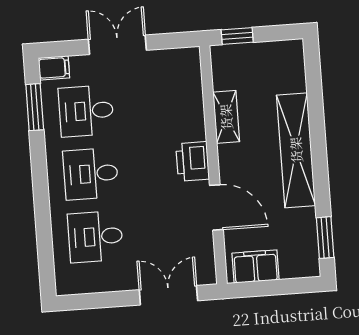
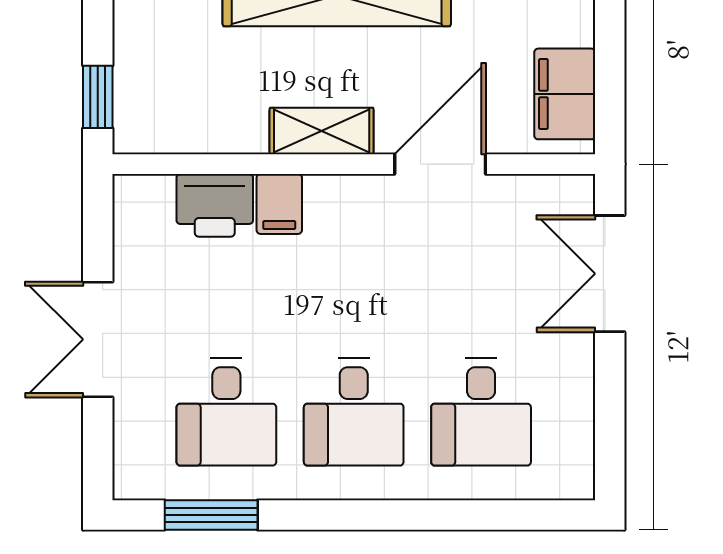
filing cabinet: (54, 68) -> (279, 204), moved, turned 180
shelving: (226, 117) -> (322, 131), moved
printer: (193, 161) -> (215, 205), moved

